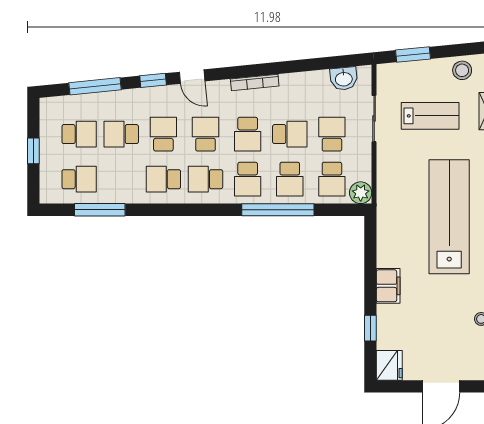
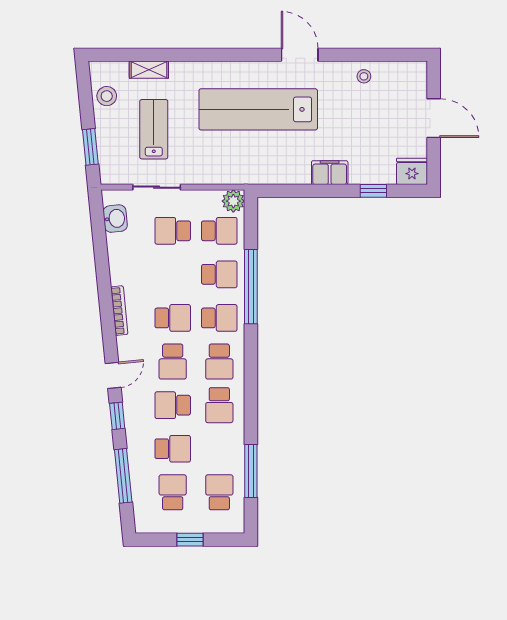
school desk: (121, 134) -> (173, 449), turned -90
school desk: (206, 134) -> (173, 362), turned -90
school desk: (290, 134) -> (173, 274), removed

